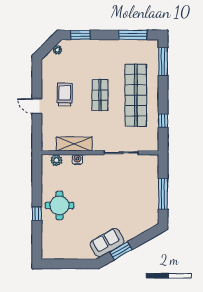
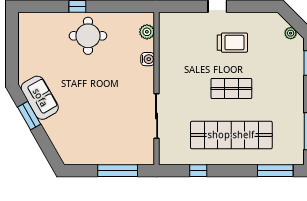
shelving: (74, 144) -> (168, 55), removed
window: (163, 194) -> (118, 171), moved

